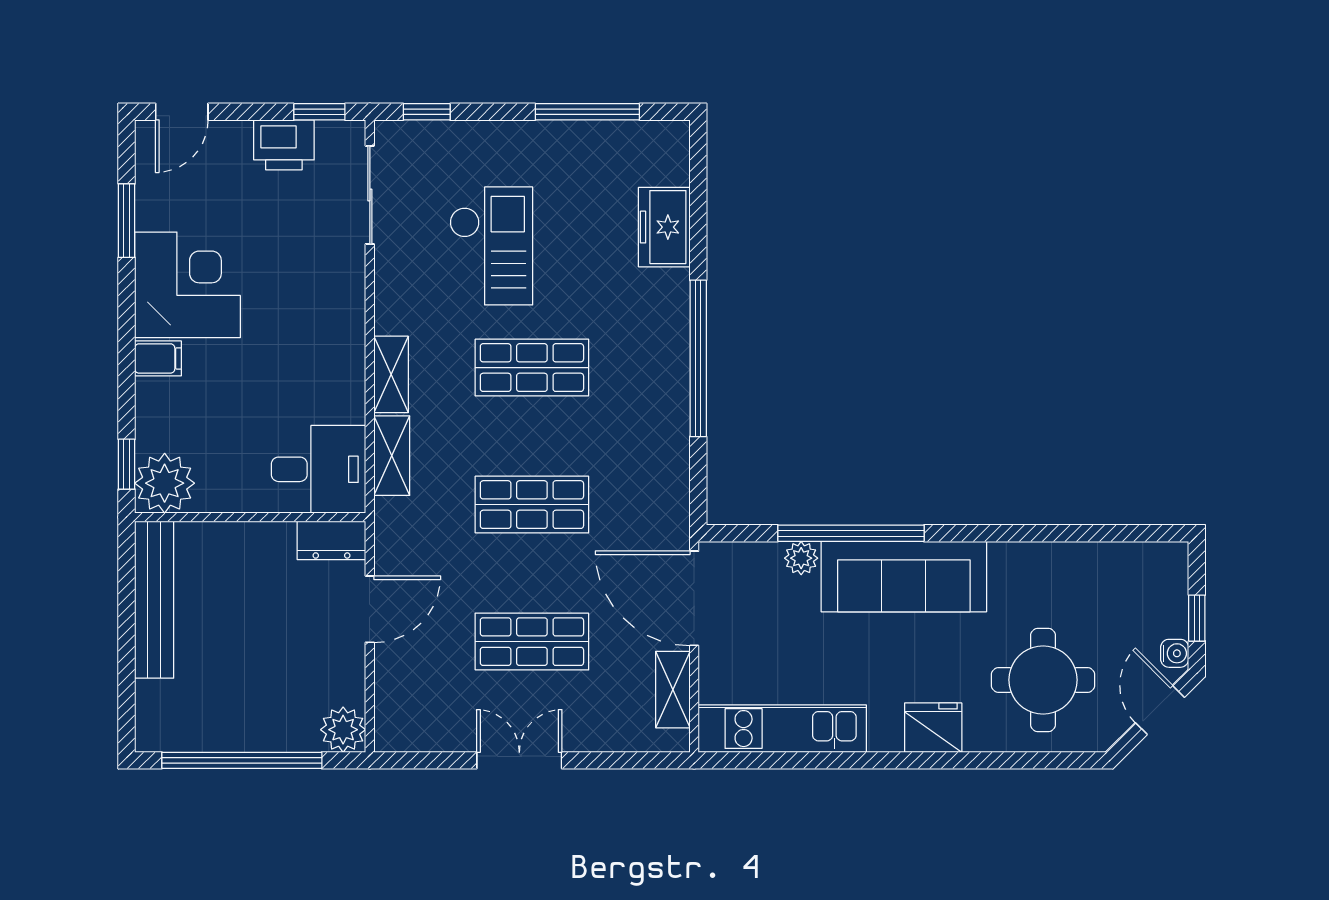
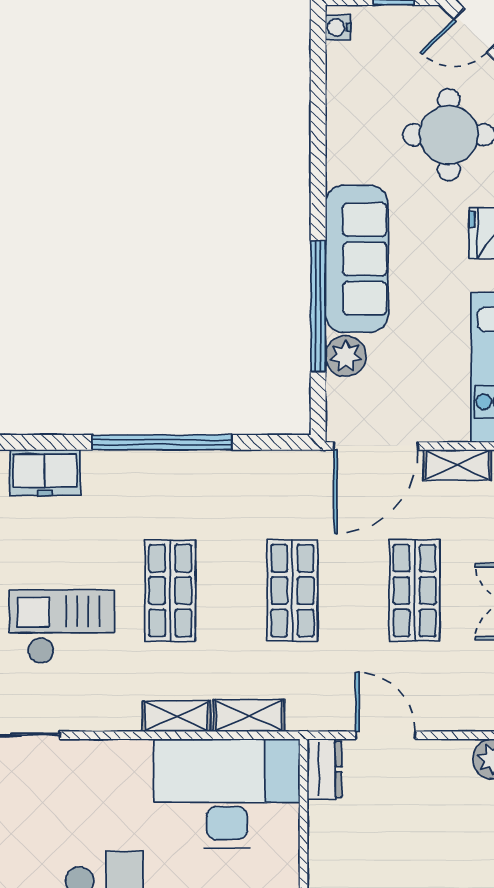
desk: (318, 469) -> (227, 794), width x1.87, depth x1.30
plant: (801, 558) -> (346, 356), width x1.38, depth x1.38
water cooler: (1175, 653) -> (338, 28), moved, turned -90

